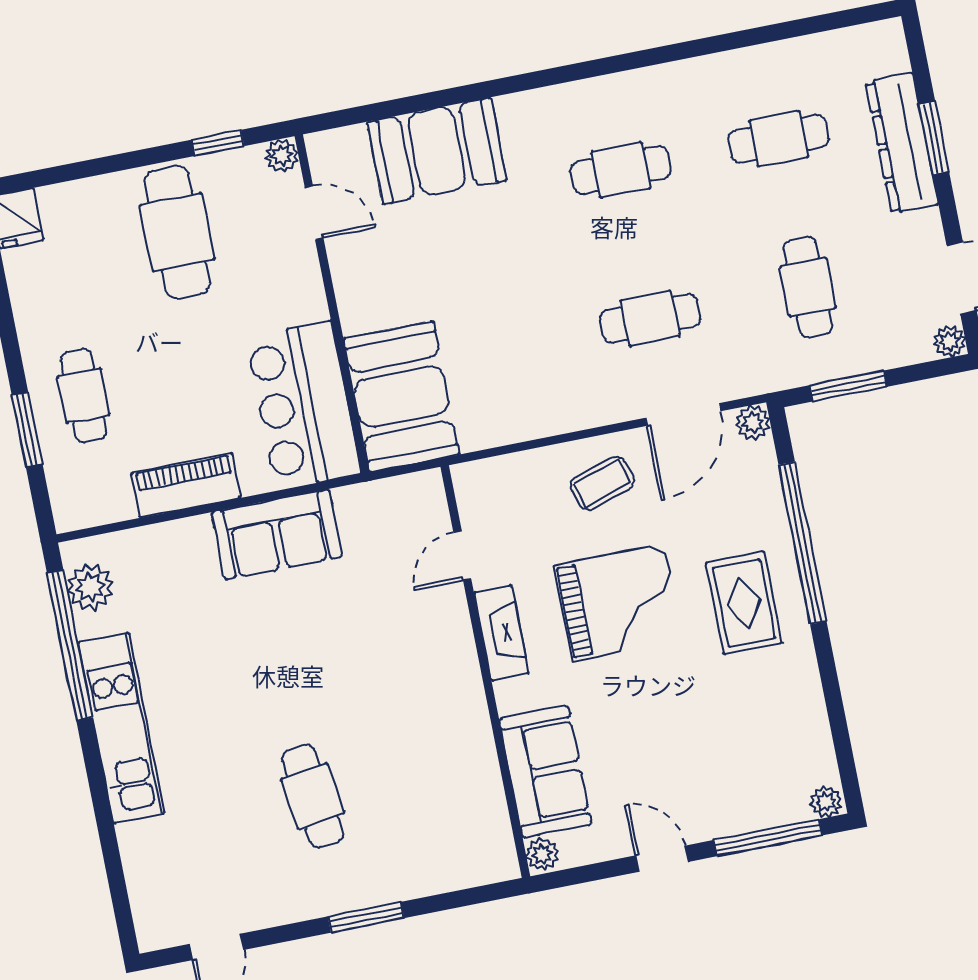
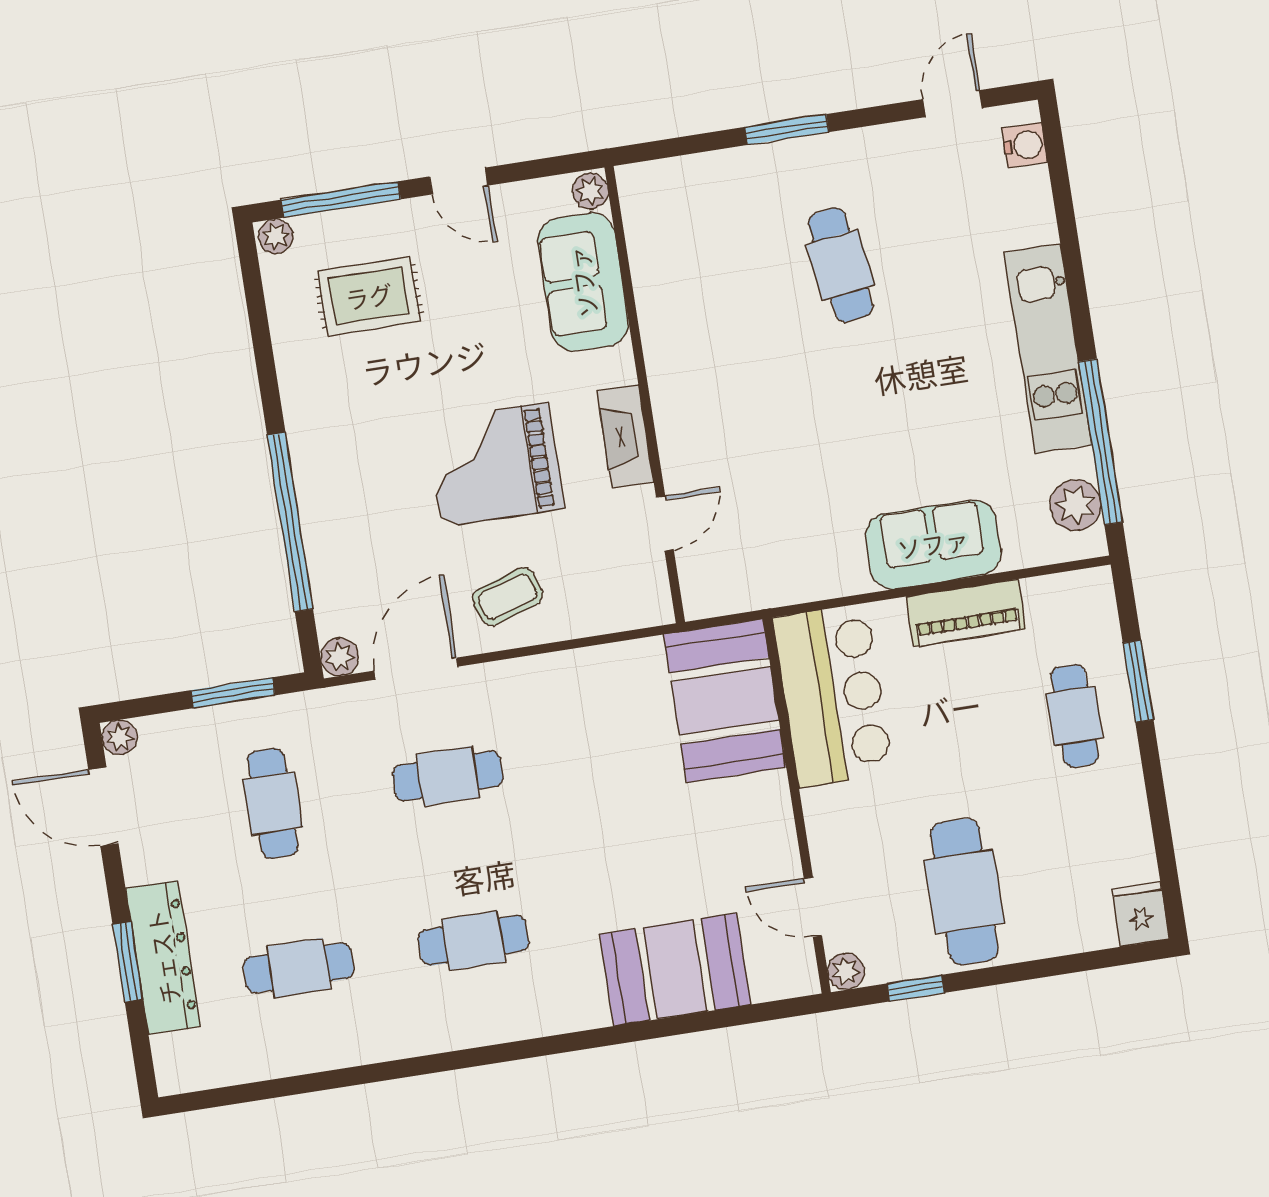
sofa: (277, 535) -> (933, 544), moved
rug: (744, 603) -> (369, 296), moved, turned 90
water cooler: (150, 912) -> (1025, 145), added

